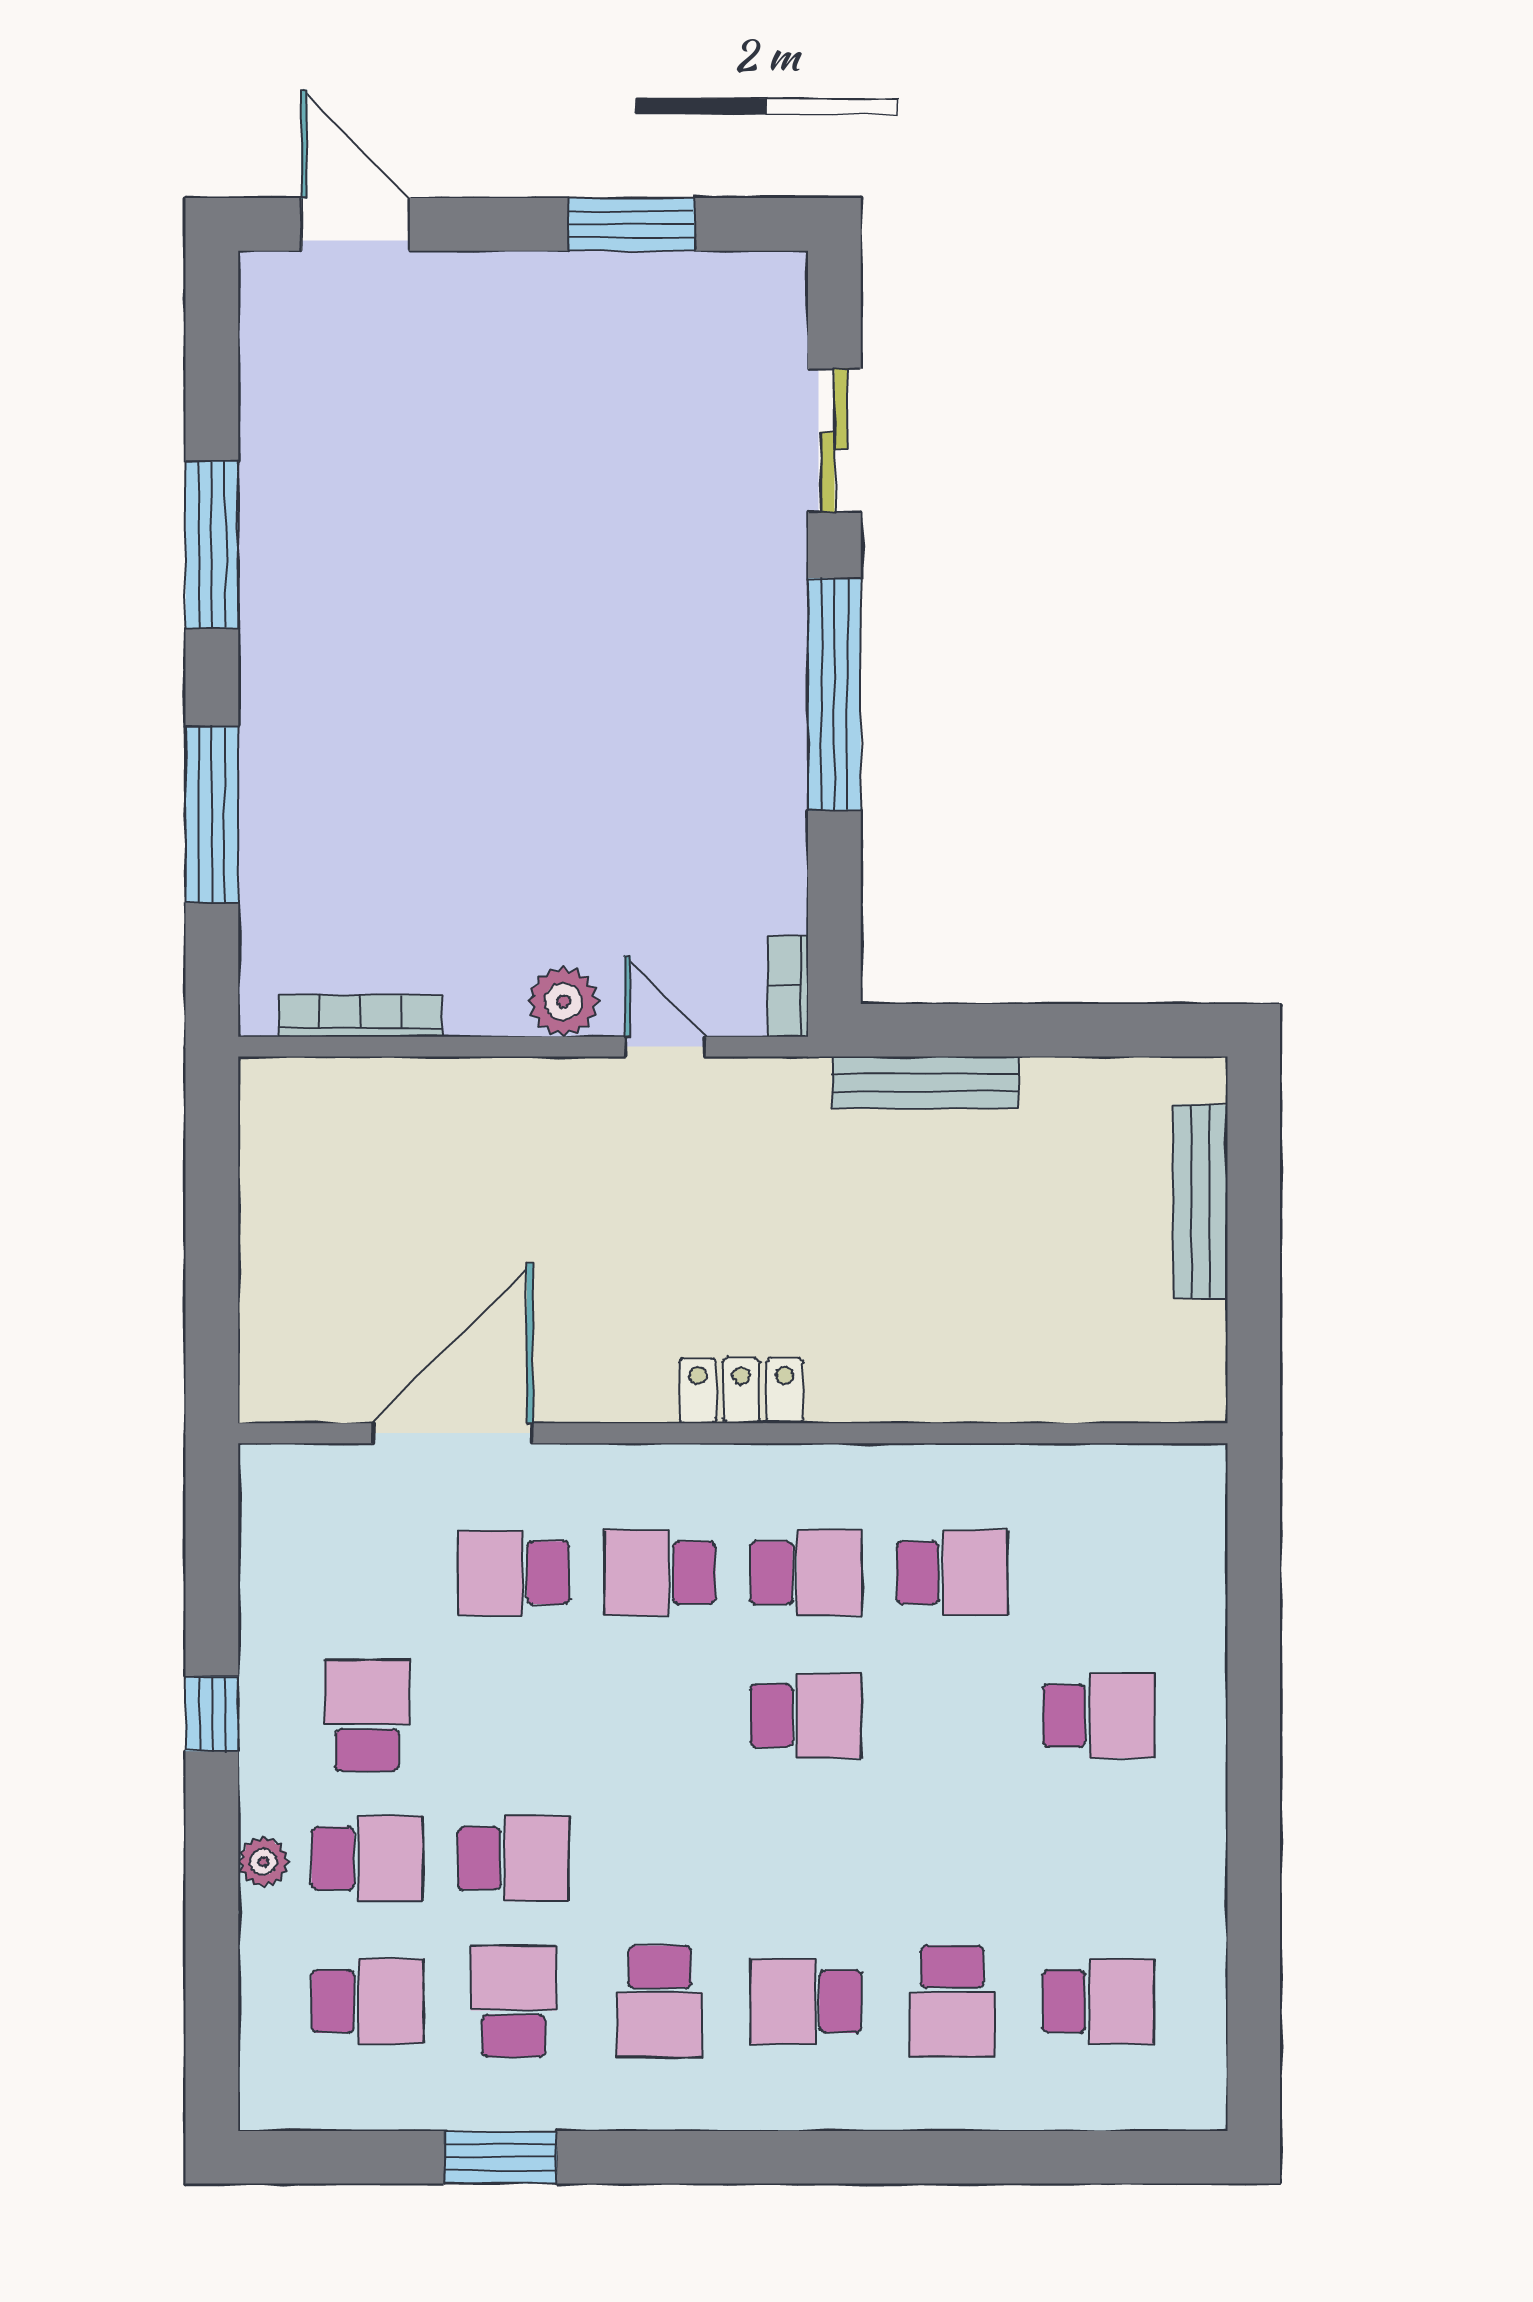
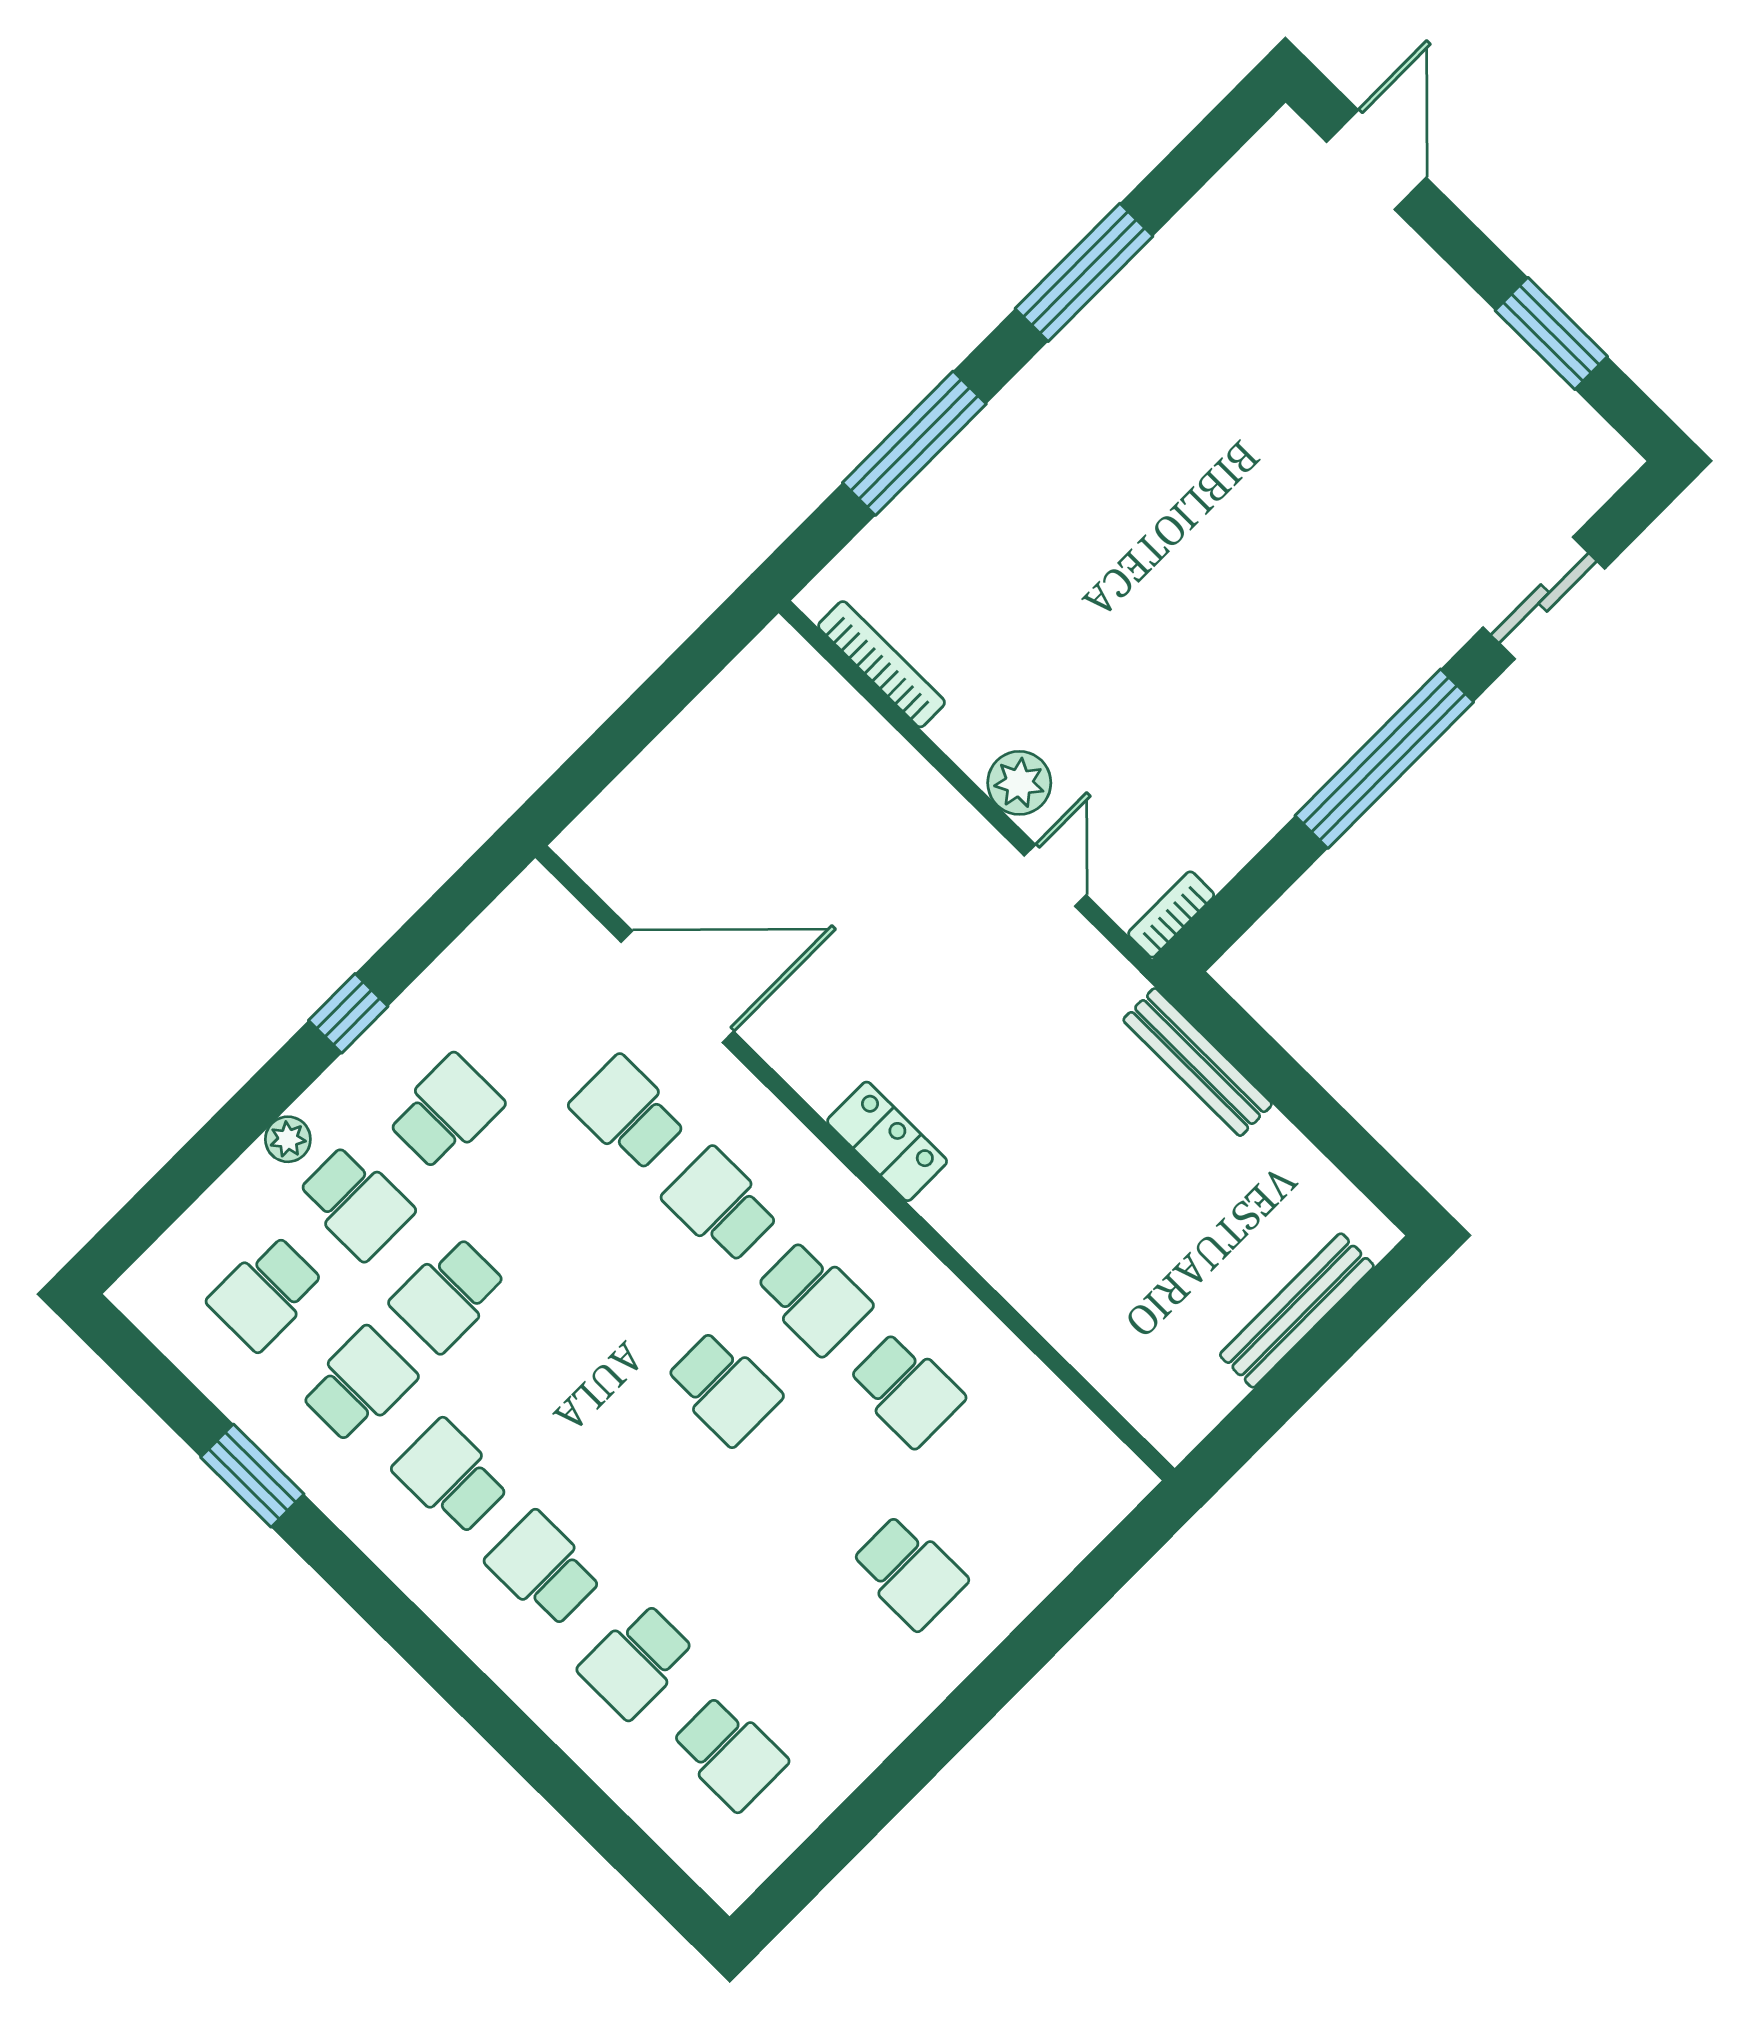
school desk: (513, 1858) -> (448, 1294), turned 90
school desk: (367, 2001) -> (266, 1293), turned 90
school desk: (660, 2001) -> (451, 1477), turned 90

